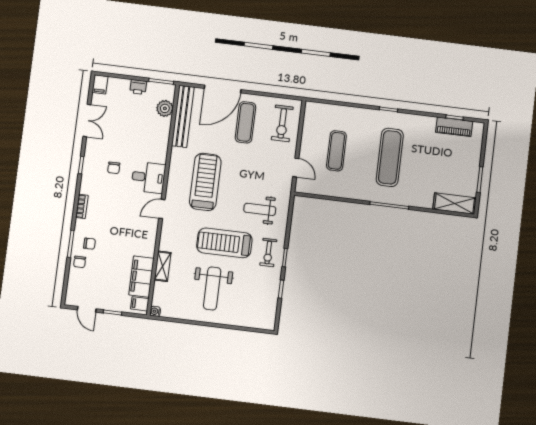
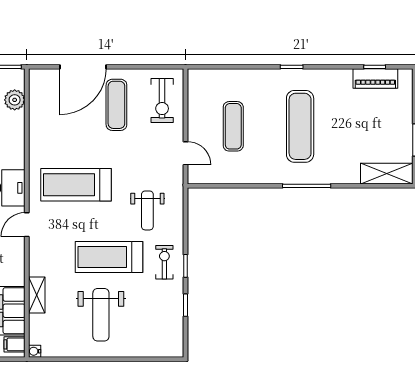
bench: (183, 116) -> (38, 107), removed
treadmill: (205, 182) -> (76, 185), turned -90
weight bench: (260, 209) -> (147, 210), turned -90
exercise bike: (268, 253) -> (164, 262), turned 180

